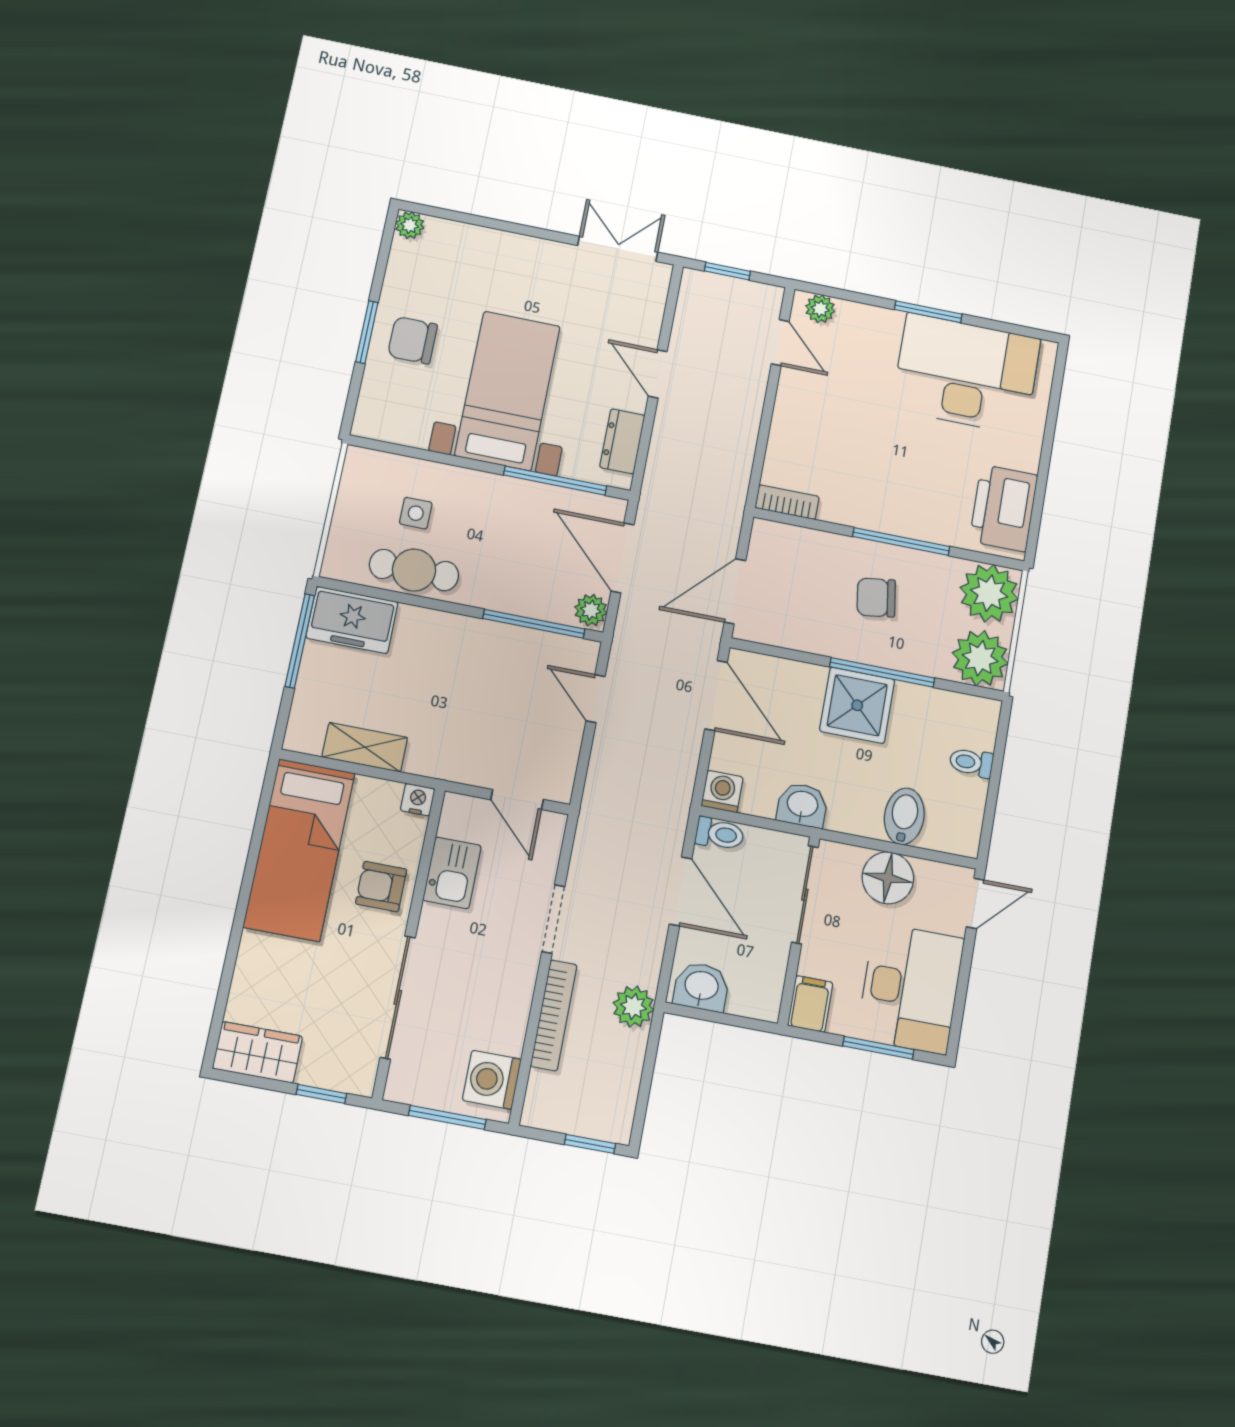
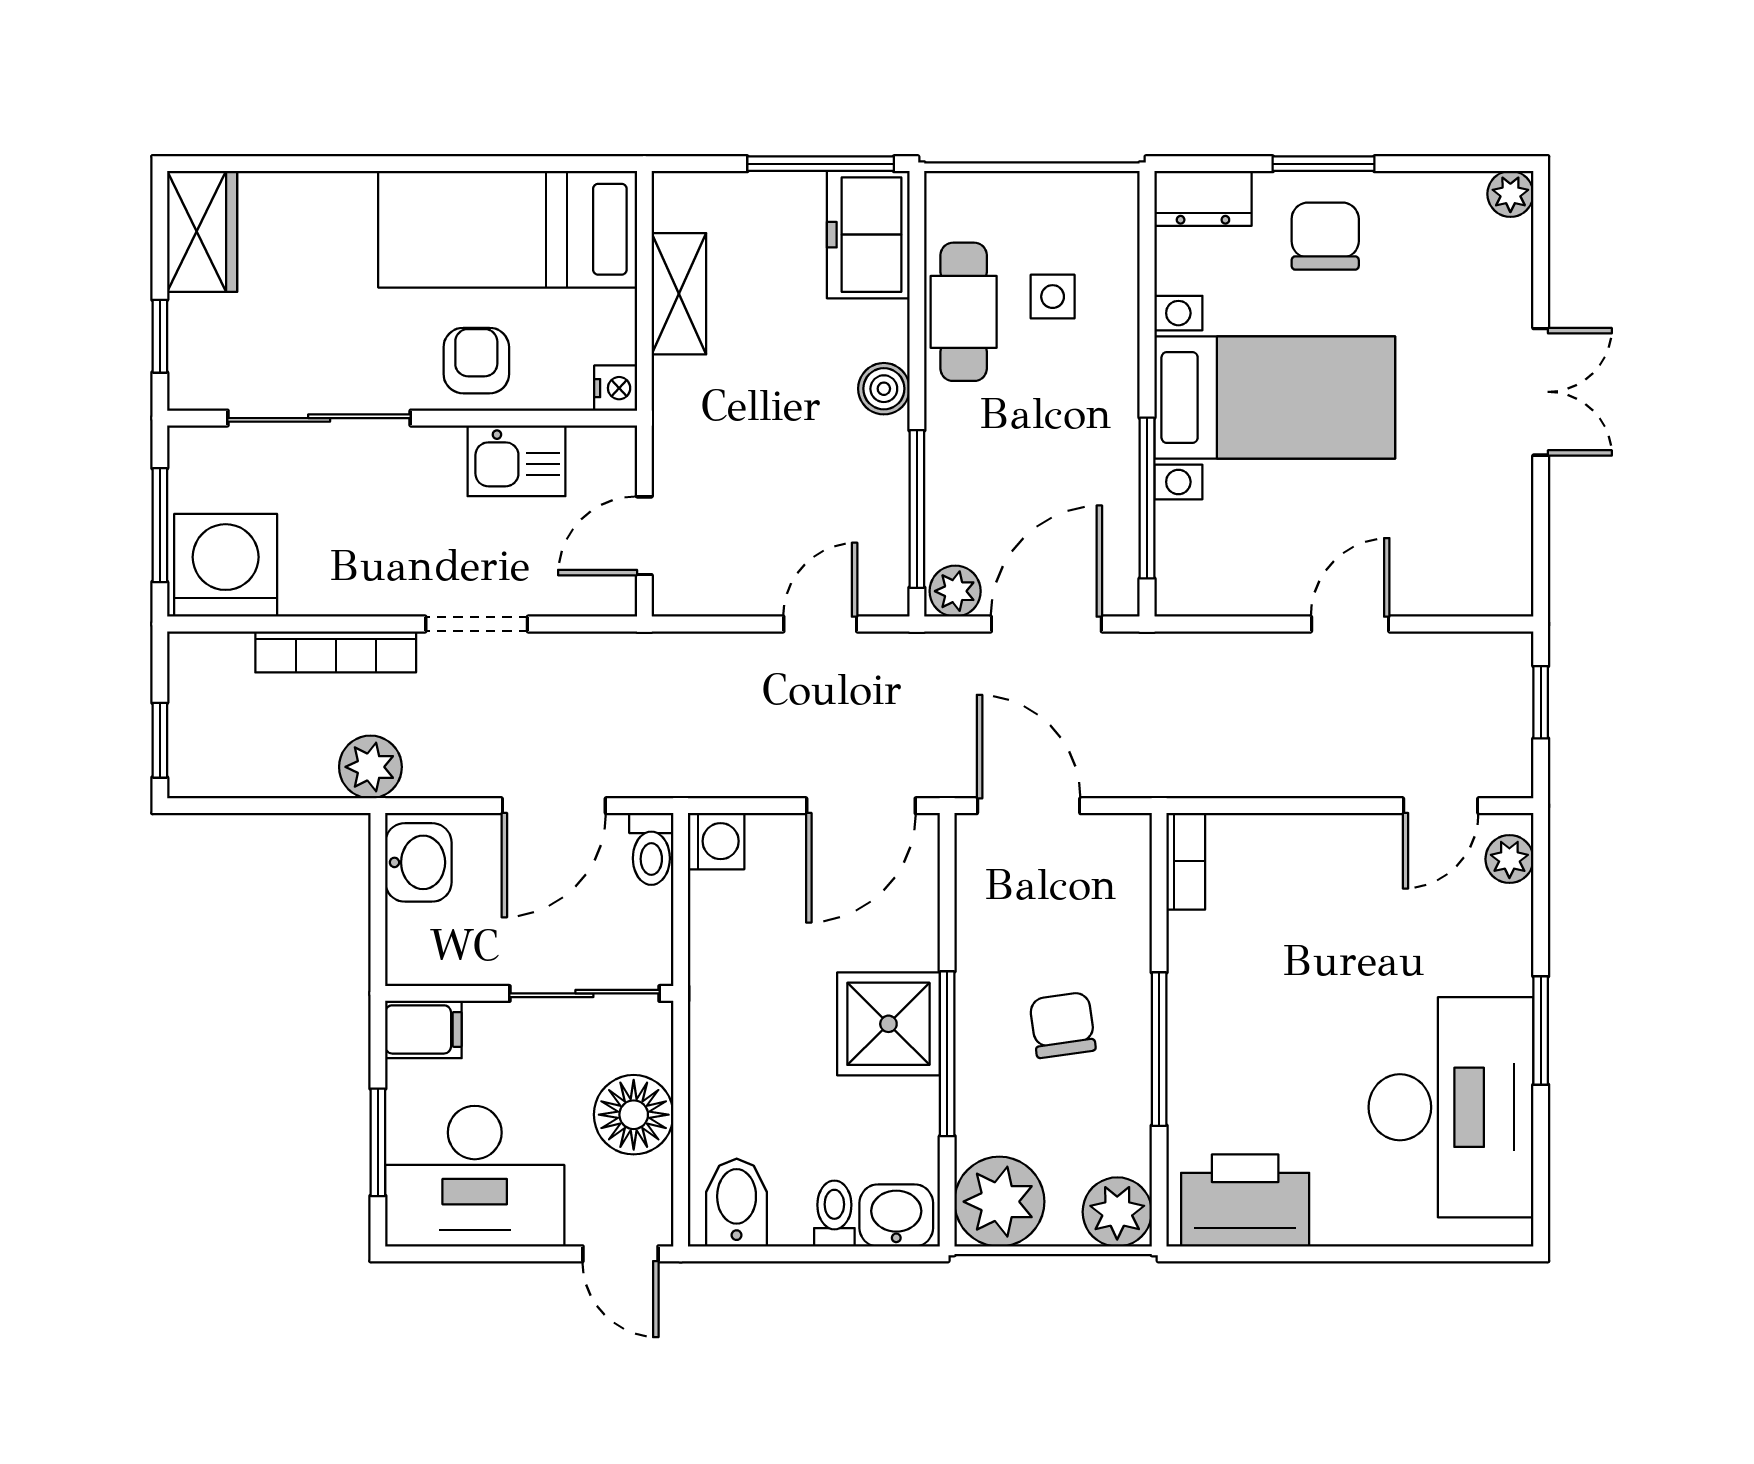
double door: (618, 249) -> (1541, 392), moved
dresser: (622, 441) -> (1203, 198), moved, turned 180
plant: (989, 593) -> (1117, 1212), width x0.73, depth x0.73
boiler: (453, 629) -> (884, 389), added
washbasin: (802, 805) -> (896, 1215), moved, turned -90
bidet: (904, 816) -> (737, 1203), moved, turned -90
washing machine: (492, 1080) -> (226, 565), width x1.37, depth x1.37

